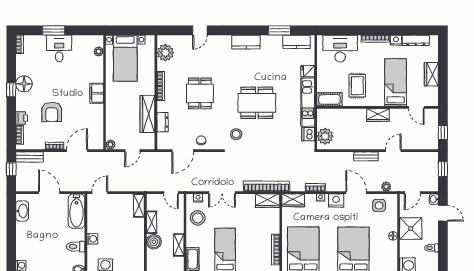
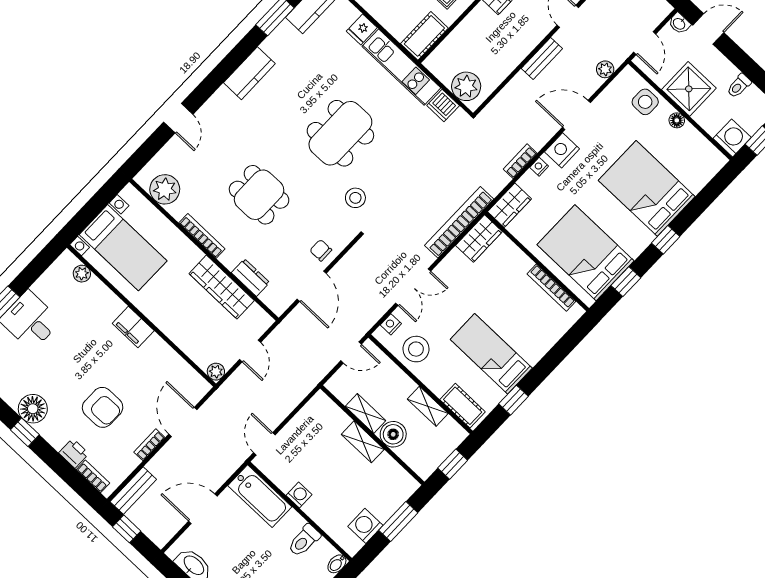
side table: (379, 205) -> (645, 102), moved
shelving: (139, 206) -> (363, 442), moved
washing machine: (92, 239) -> (299, 495), moved

